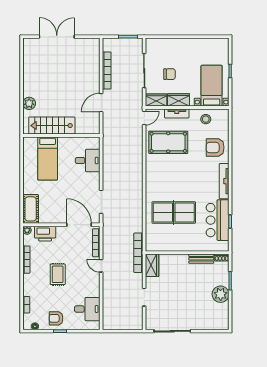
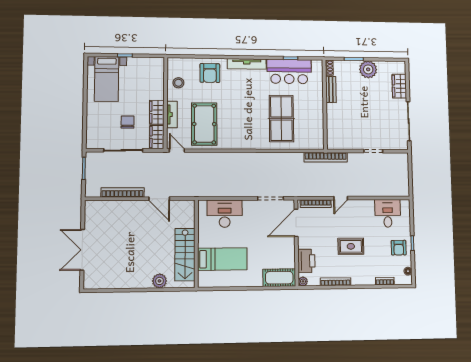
bed with nightstands: (212, 86) -> (107, 79), moved, turned -90
desk: (88, 161) -> (225, 214), width x1.37
wardrobe: (152, 265) -> (399, 86), moved, turned -90

